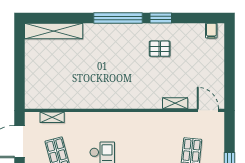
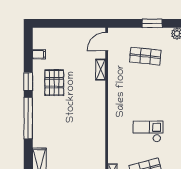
filing cabinet: (211, 31) -> (39, 54), moved
pallet: (160, 49) -> (54, 83), width x1.50, depth x1.42

